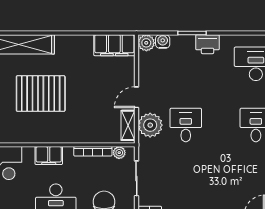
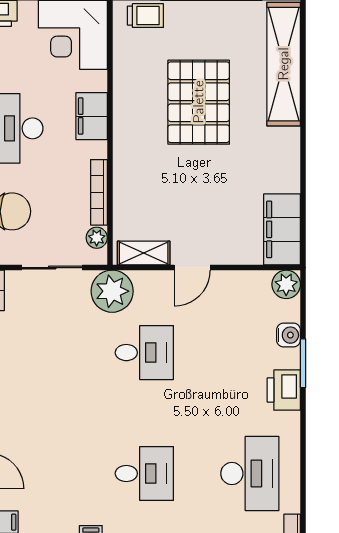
water cooler: (163, 41) -> (289, 335), moved
door: (136, 97) -> (192, 268), swing flipped
plant: (150, 125) -> (112, 291), moved

